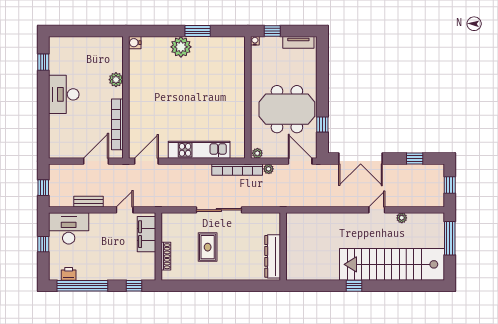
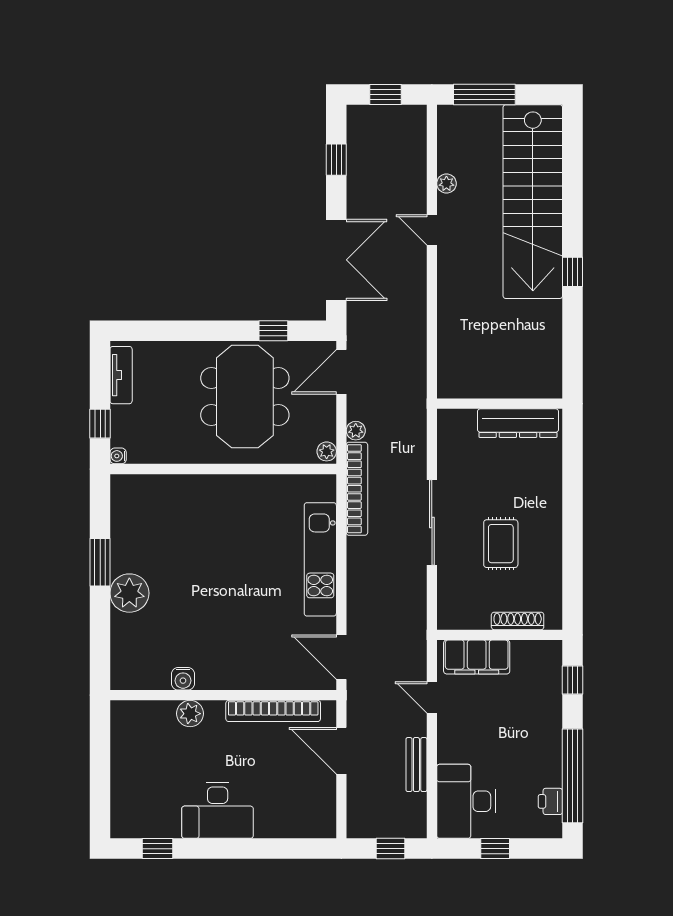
water cooler: (135, 43) -> (183, 679), moved
rug: (208, 247) -> (501, 544), turned 90

